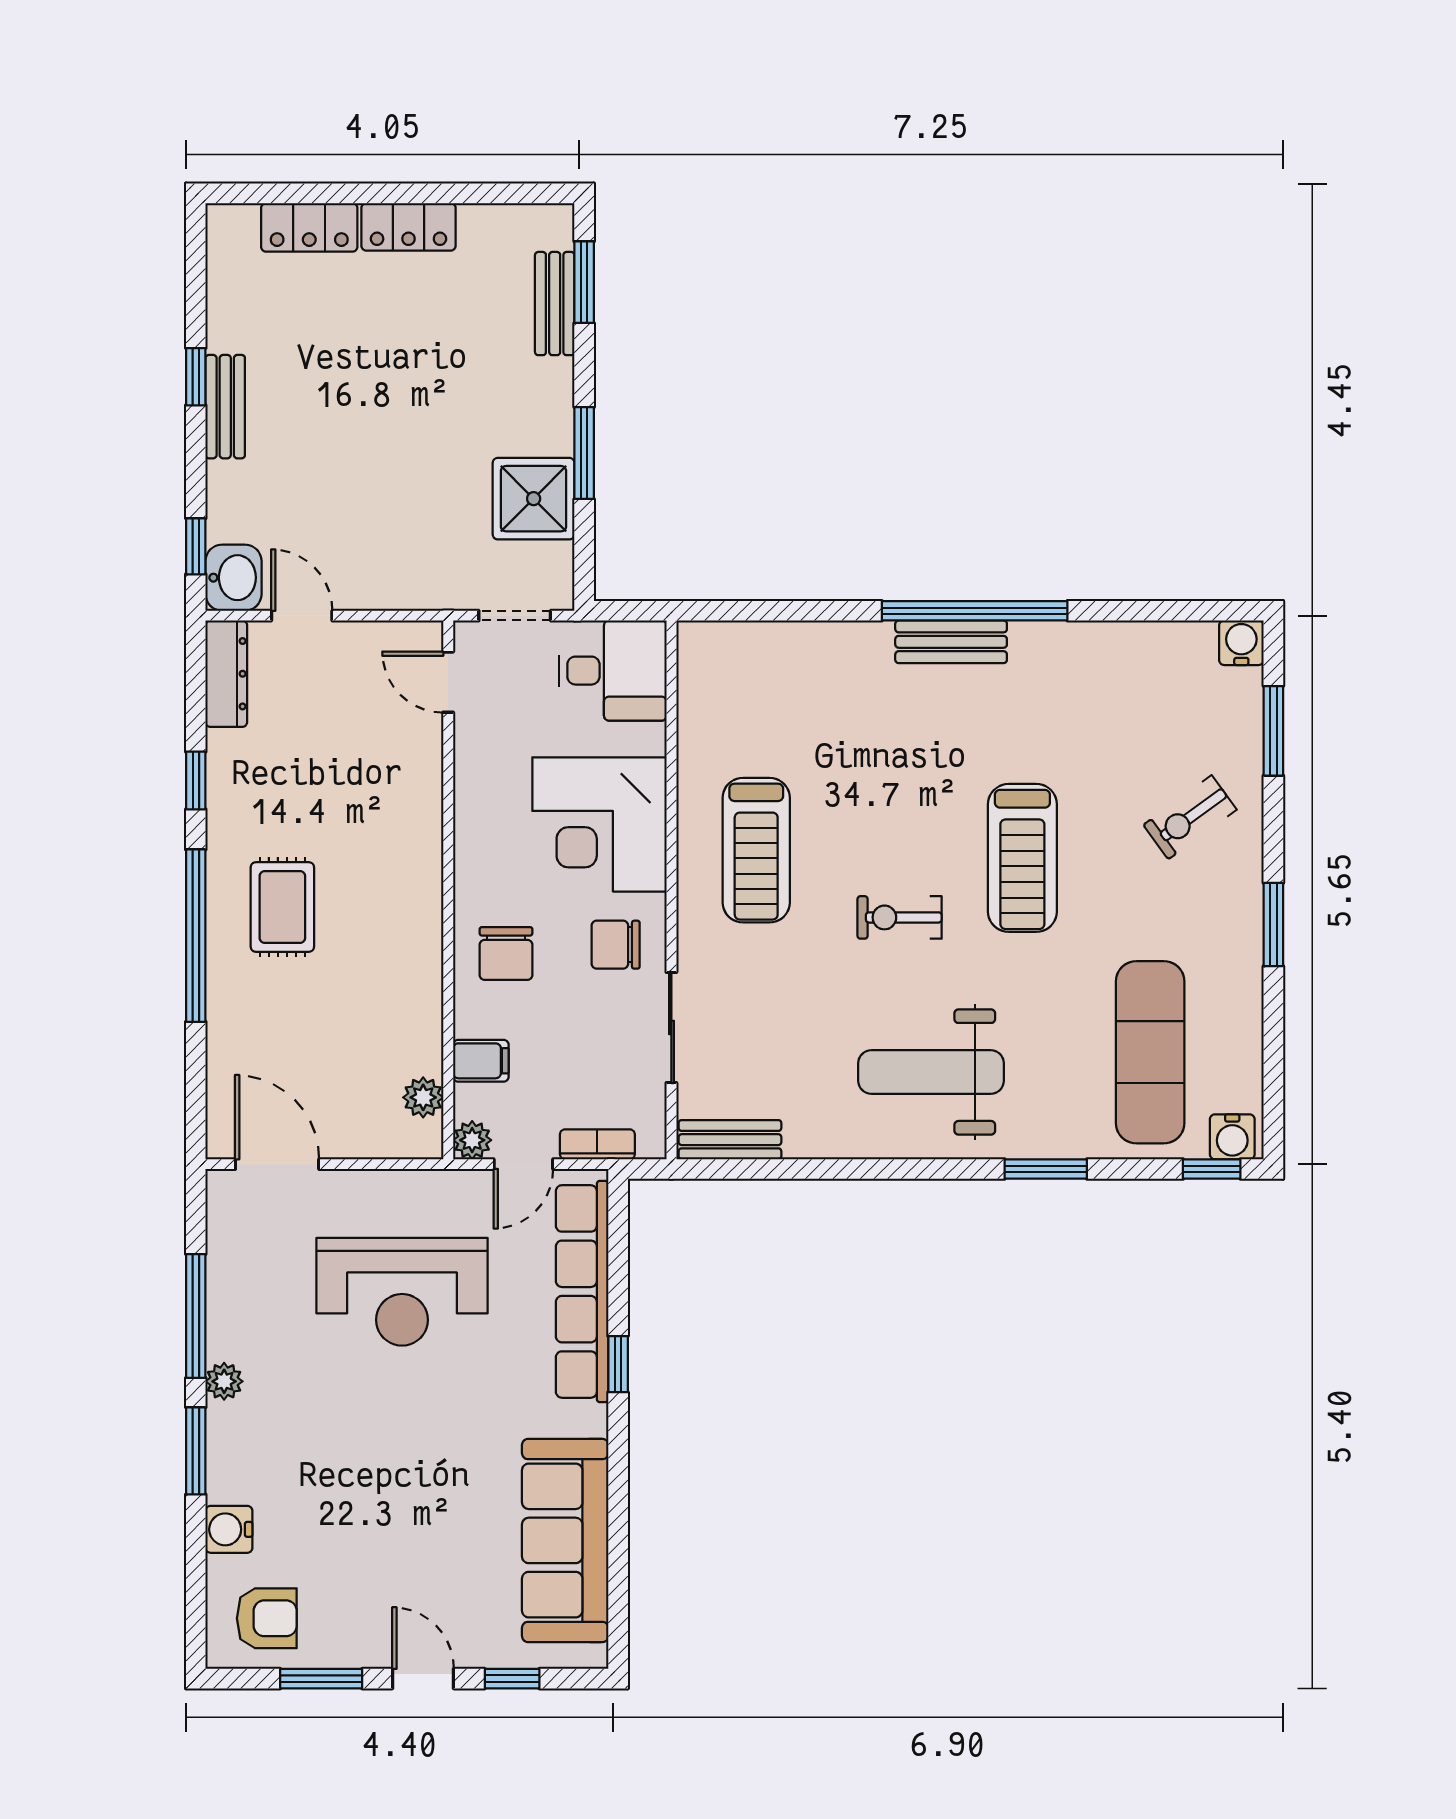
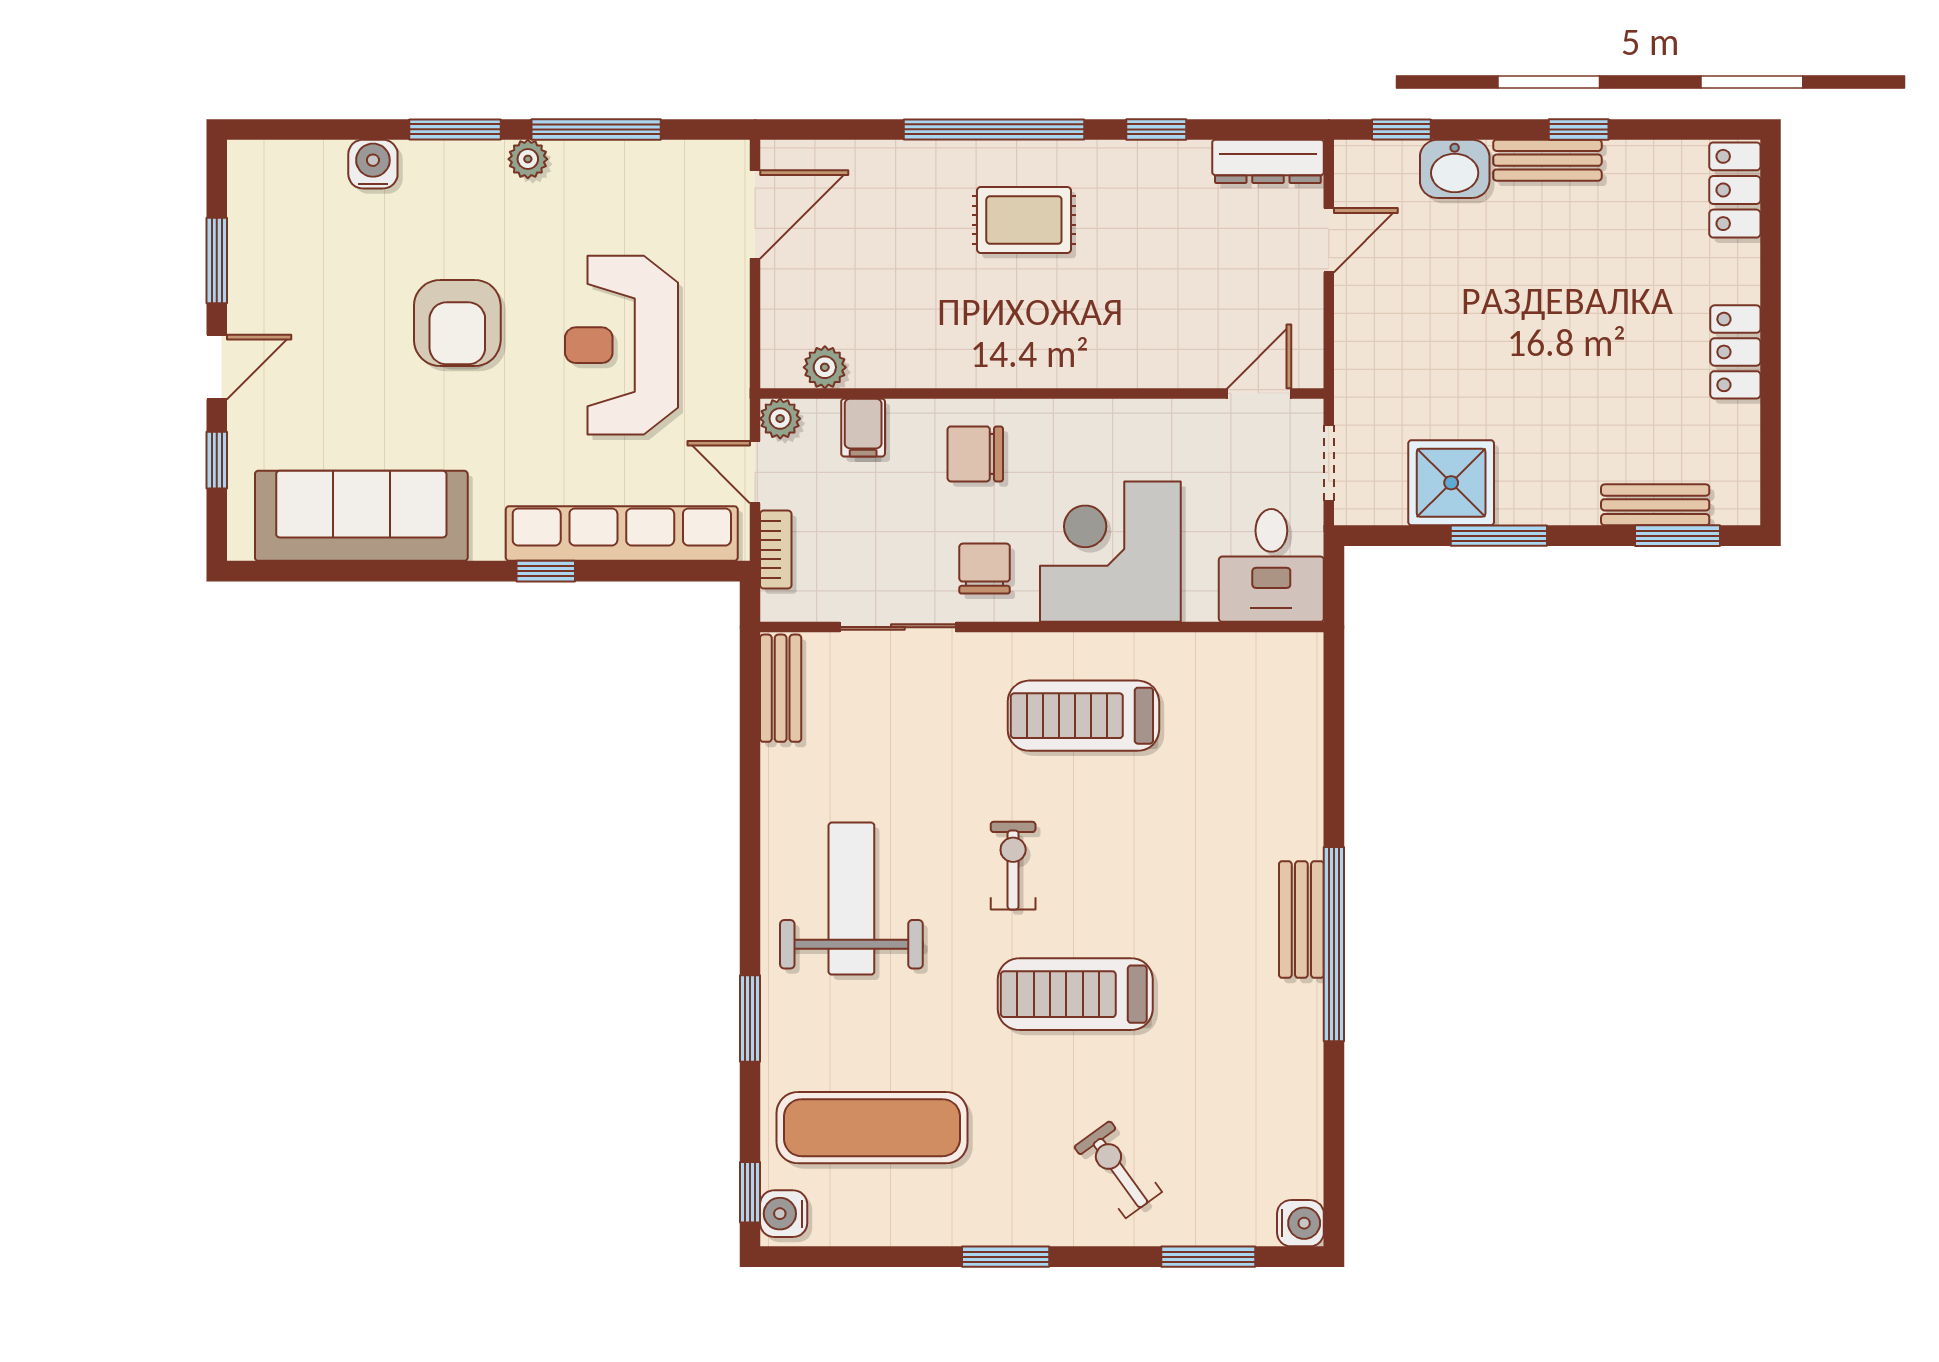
locker: (309, 227) -> (1735, 190), moved
washbasin: (233, 578) -> (1455, 169), moved
armchair: (267, 1618) -> (457, 323), moved, width x1.38, depth x1.38

